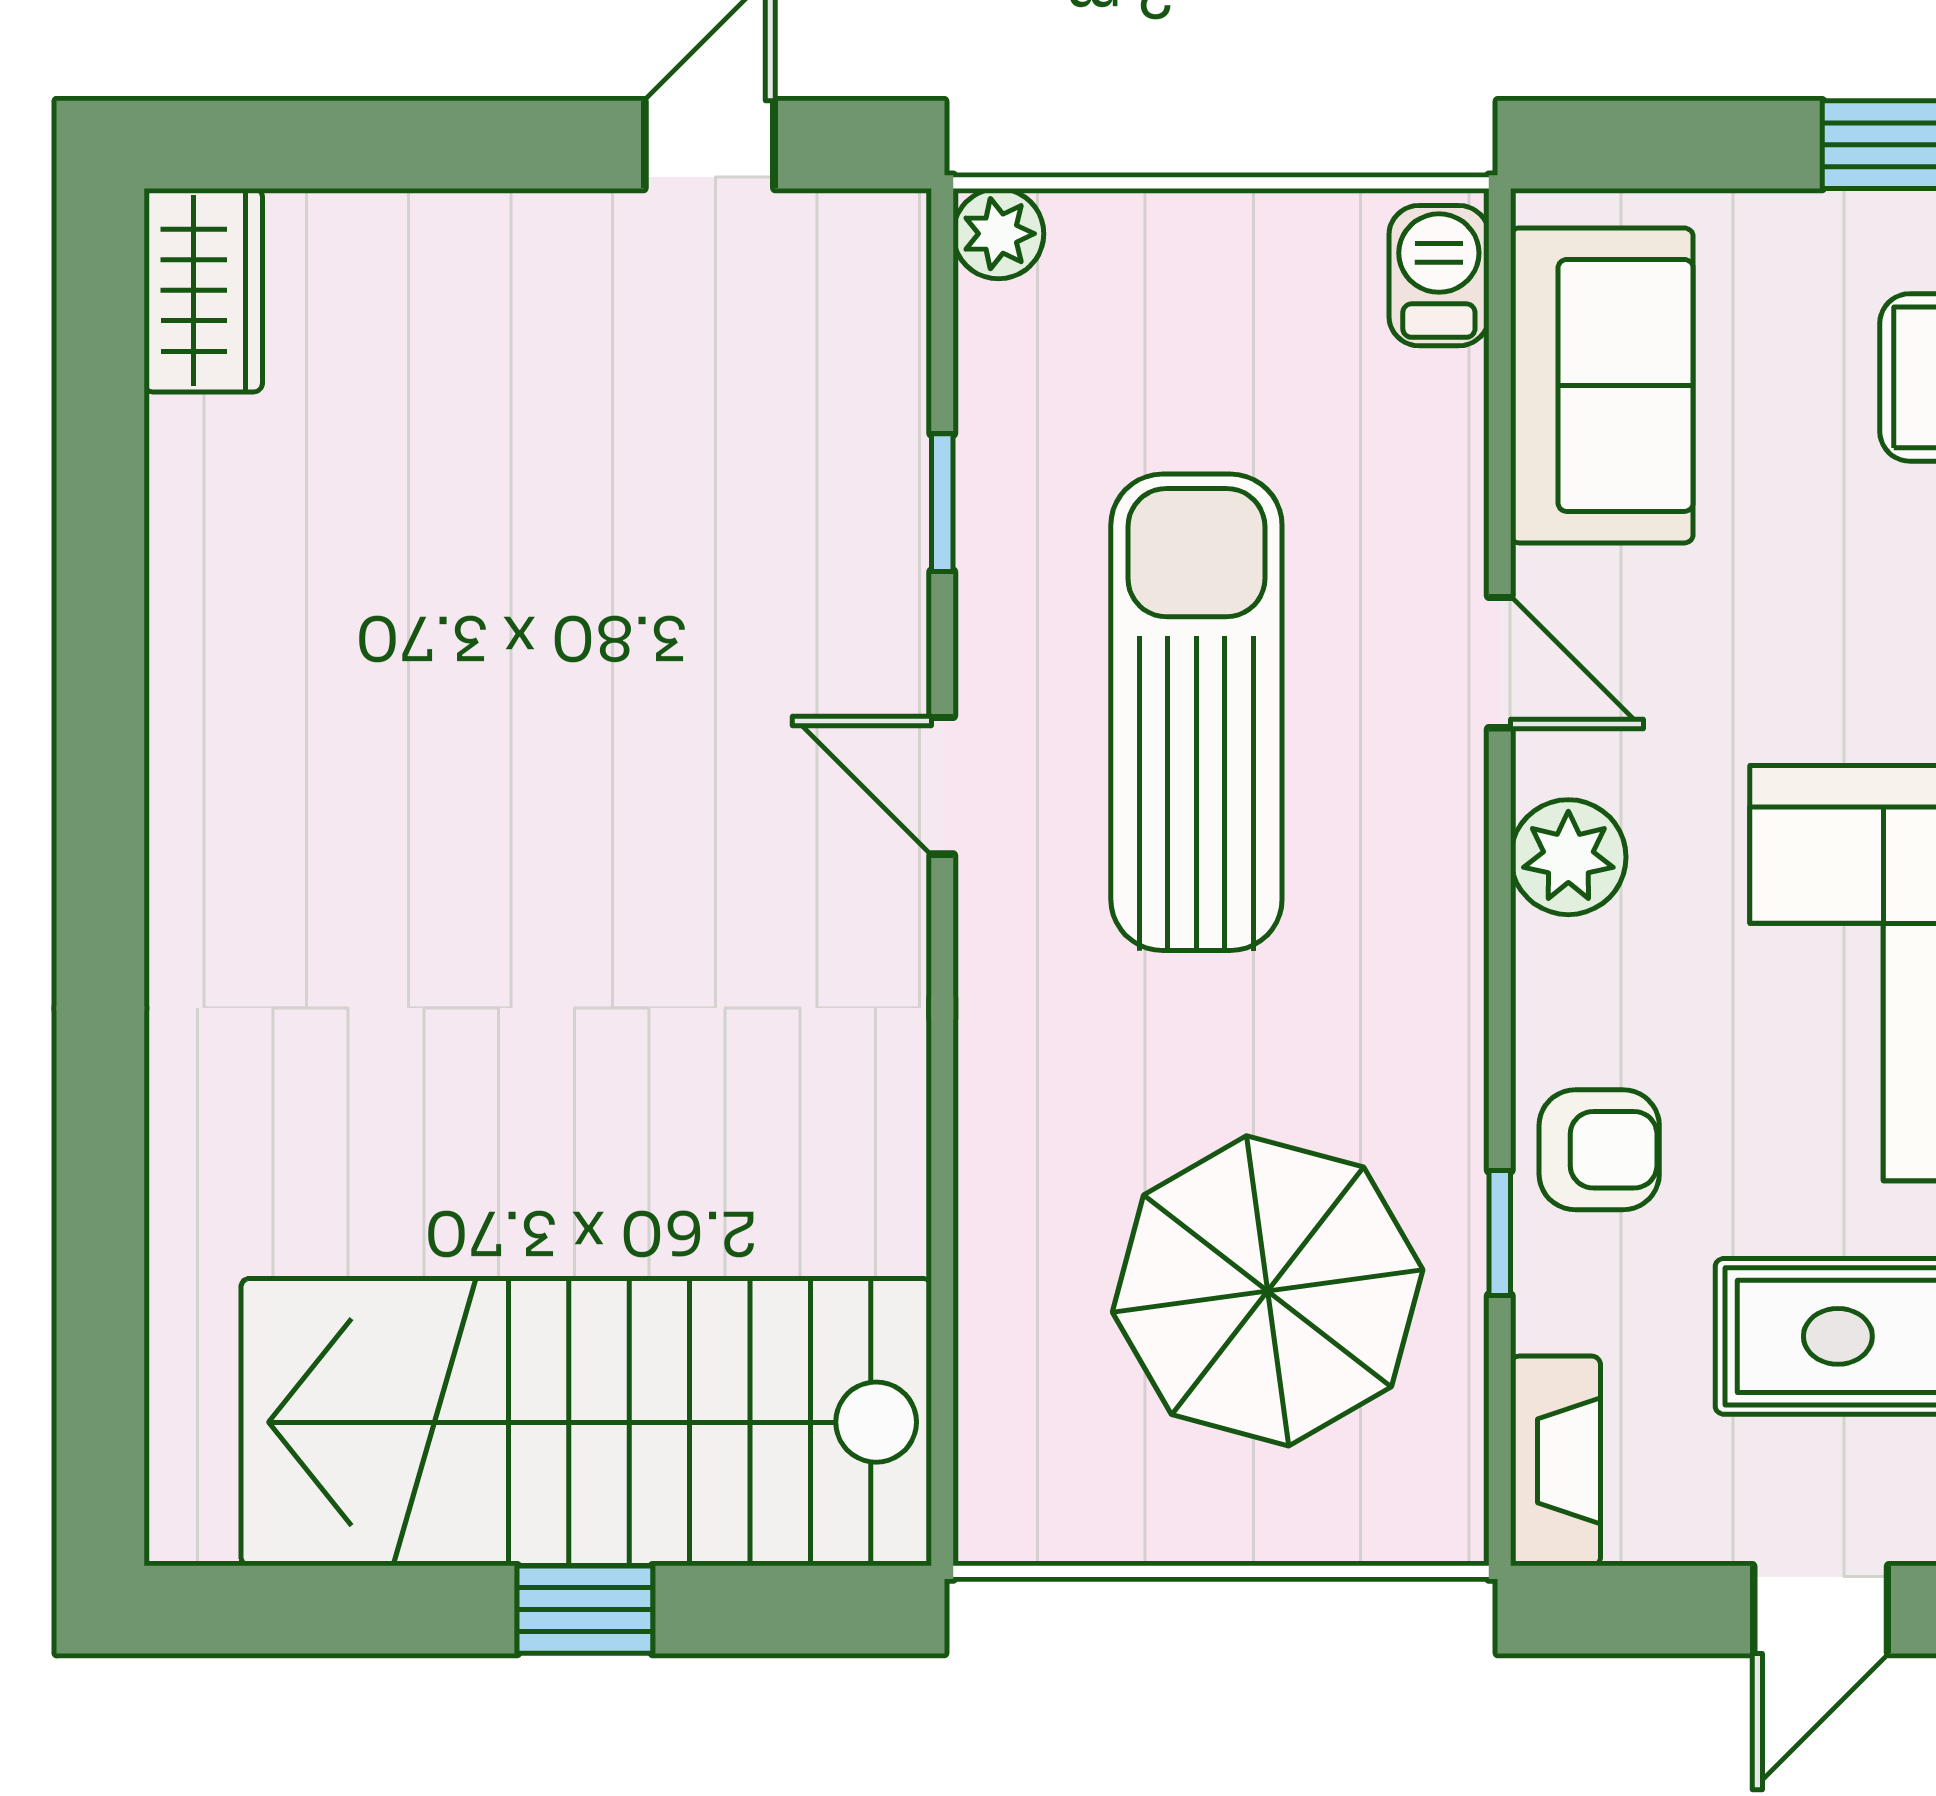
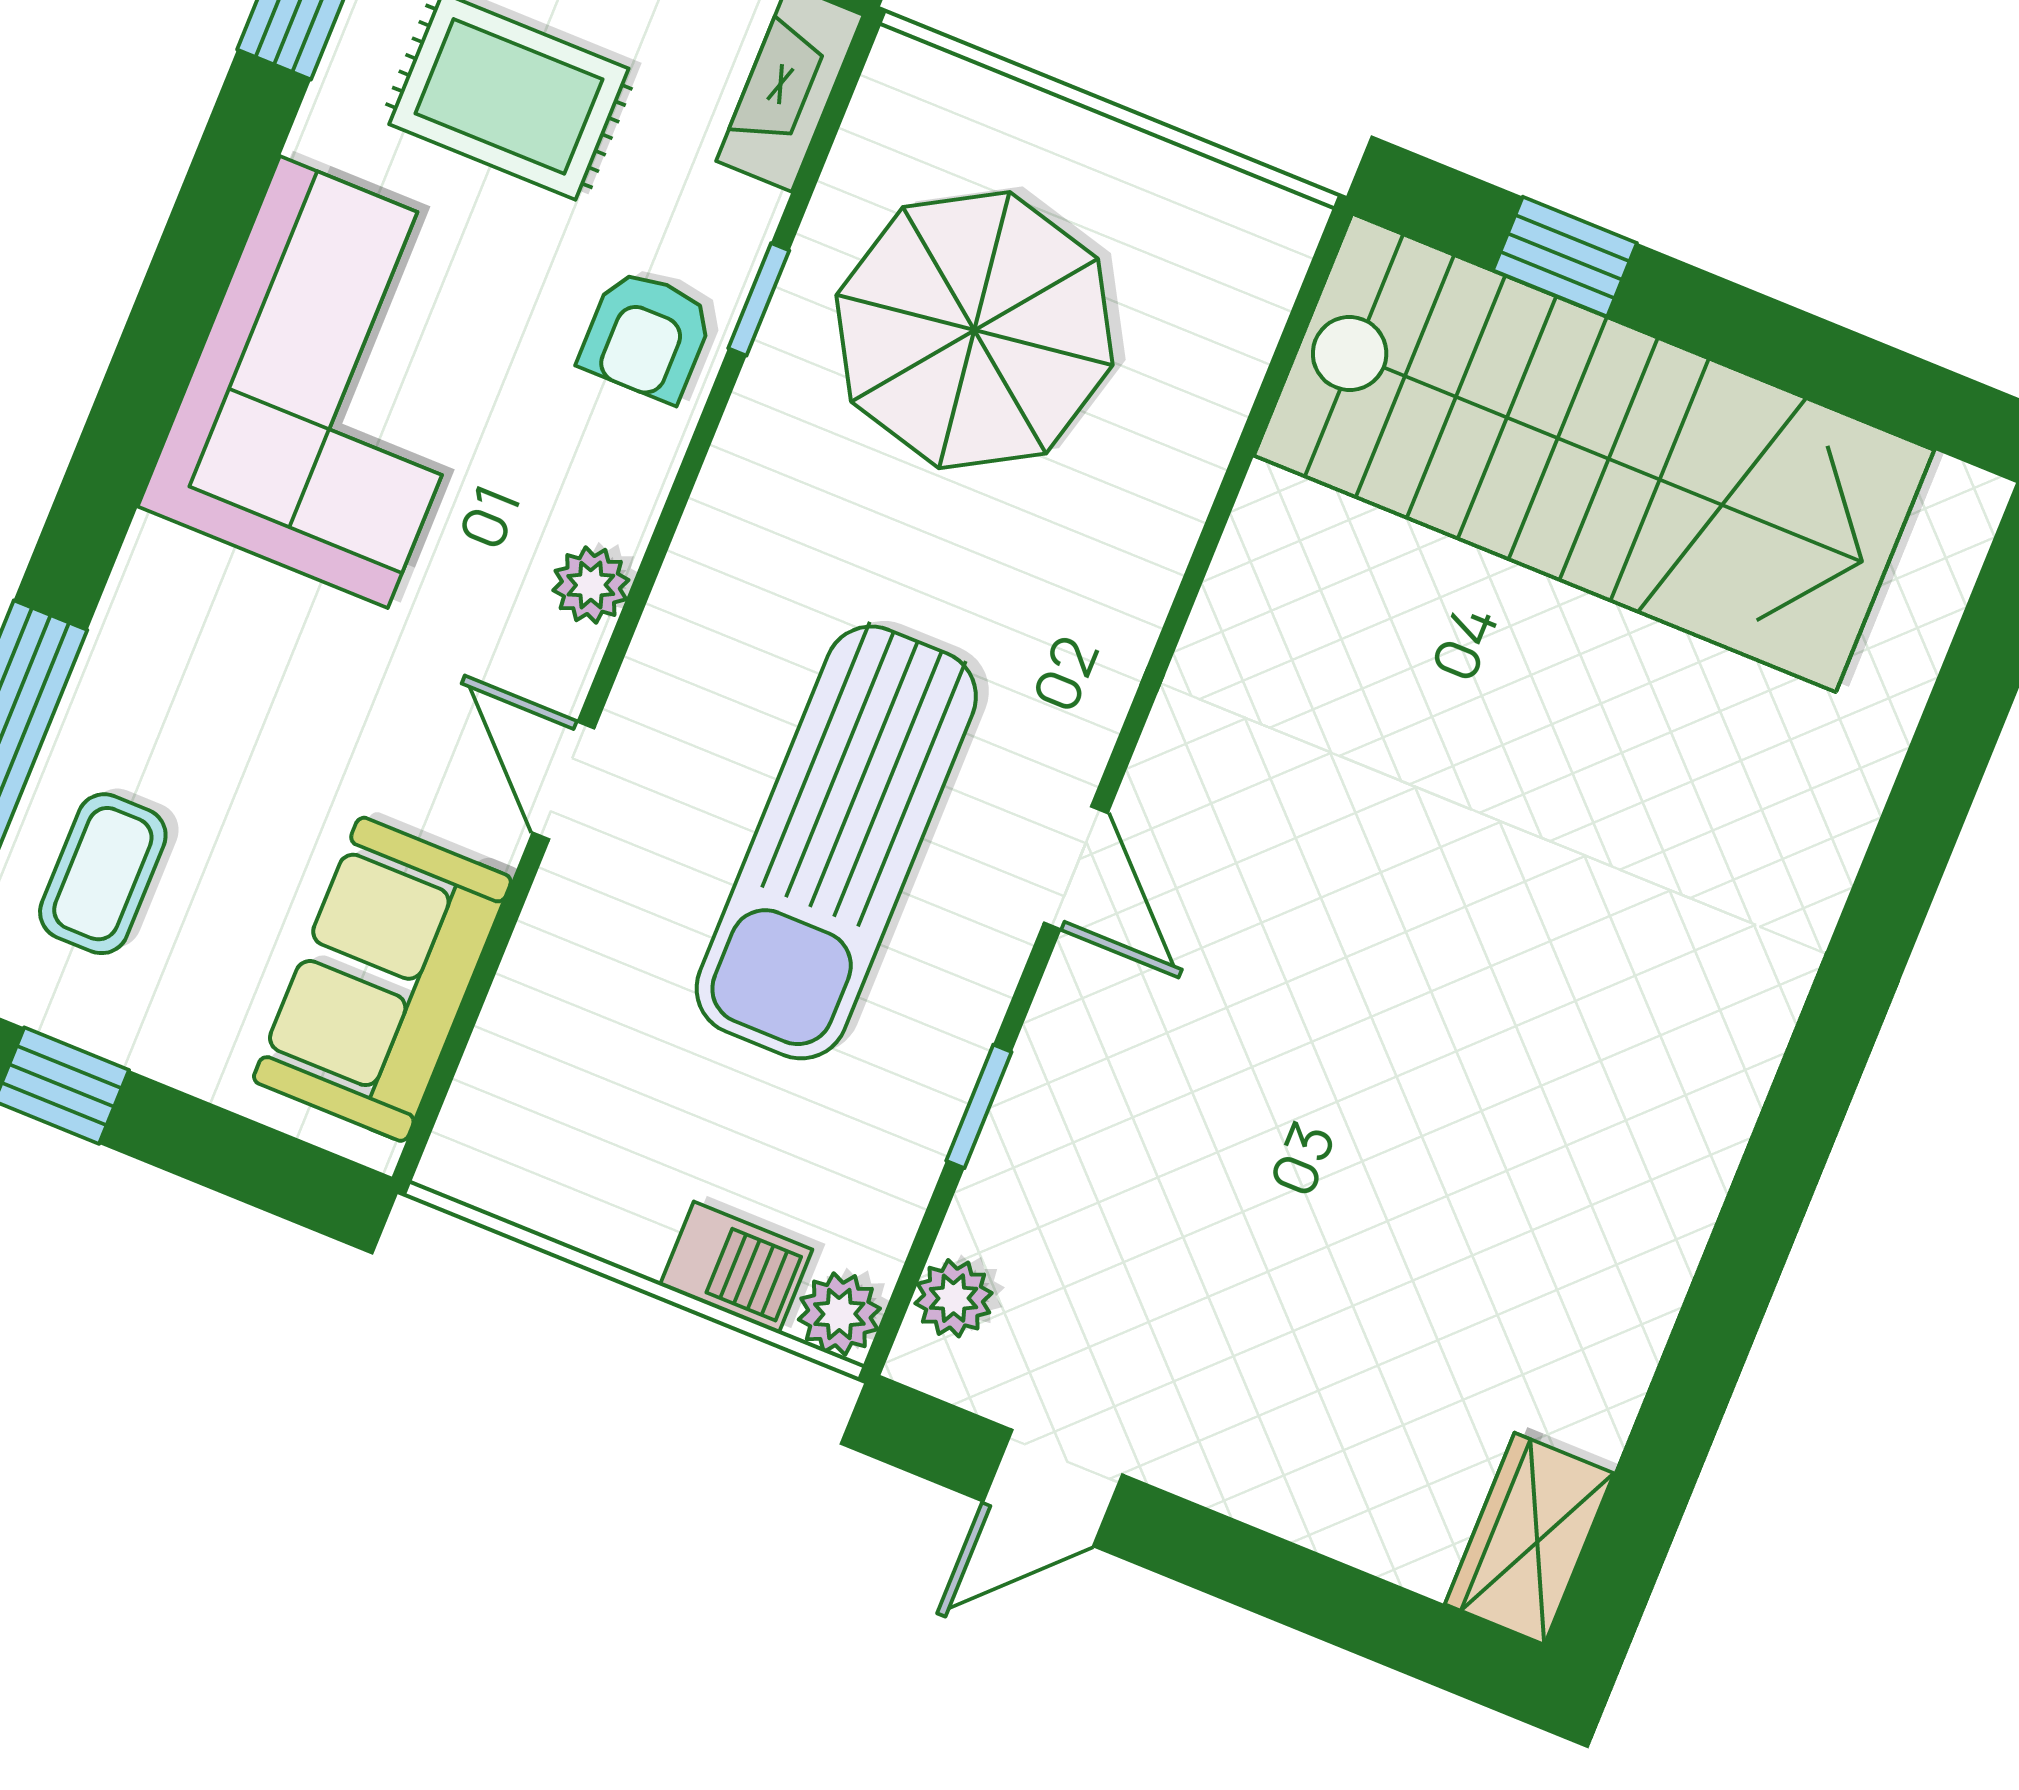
barbecue: (1439, 276) -> (736, 1267), moved, turned -90
plant: (889, 297) -> (954, 1298), added
plant: (1568, 857) -> (591, 585), width x0.73, depth x0.73
armchair: (1599, 1150) -> (646, 336), turned -90
window: (585, 1610) -> (1565, 257), moved

